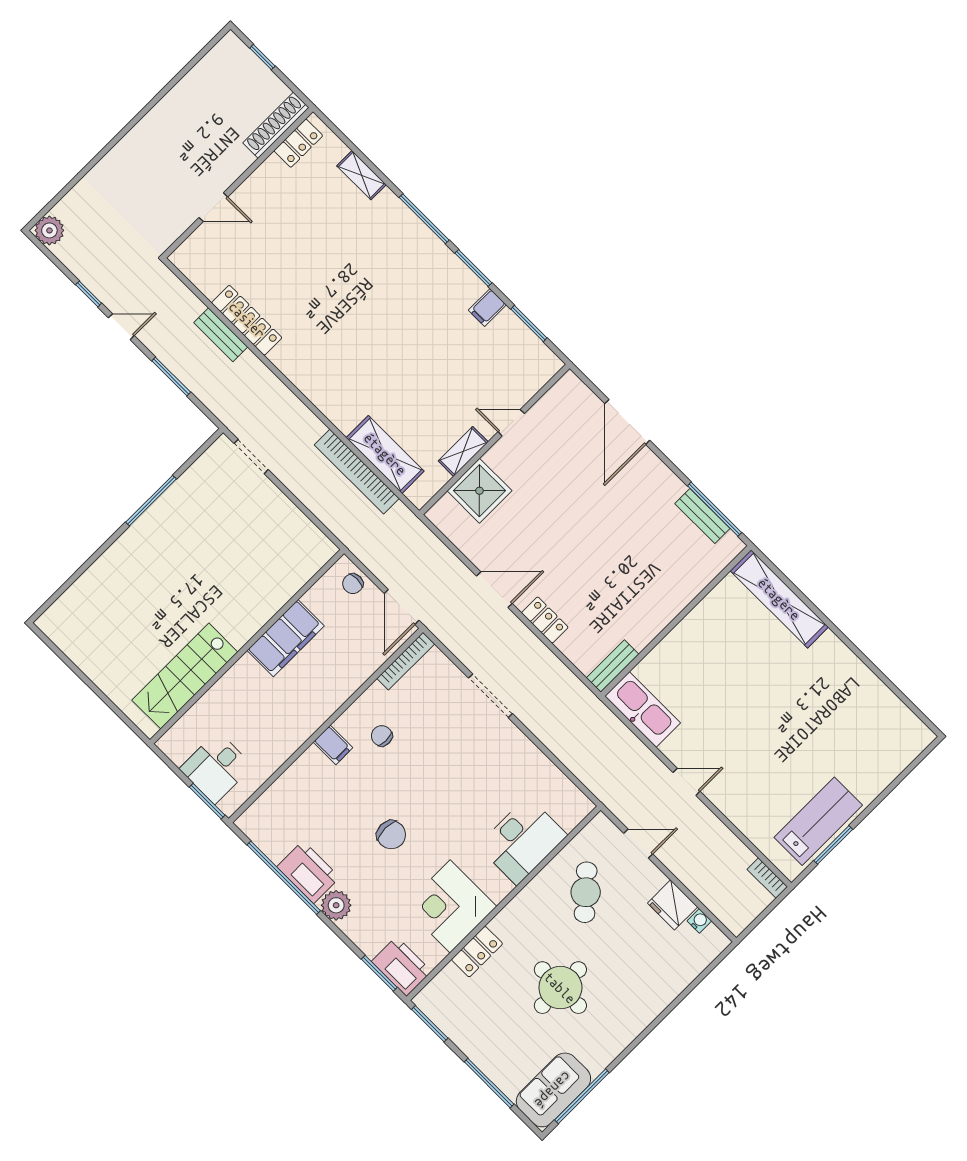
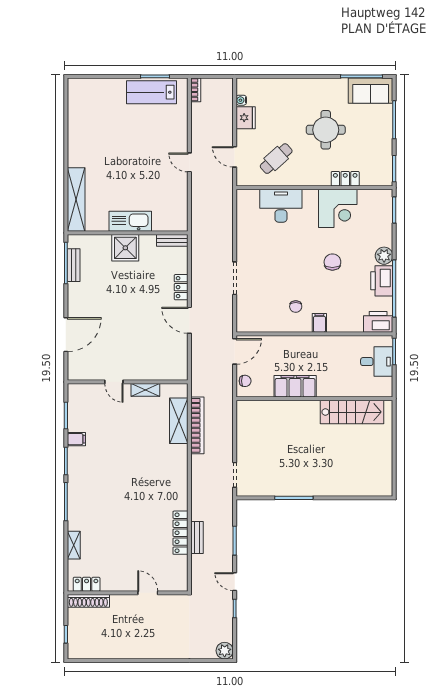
shower: (479, 491) -> (125, 248), moved
bookcase: (406, 661) -> (255, 327), removed
kitchen sink: (643, 709) -> (130, 221), moved, turned 90
printer: (401, 966) -> (378, 322), moved, turned 90

